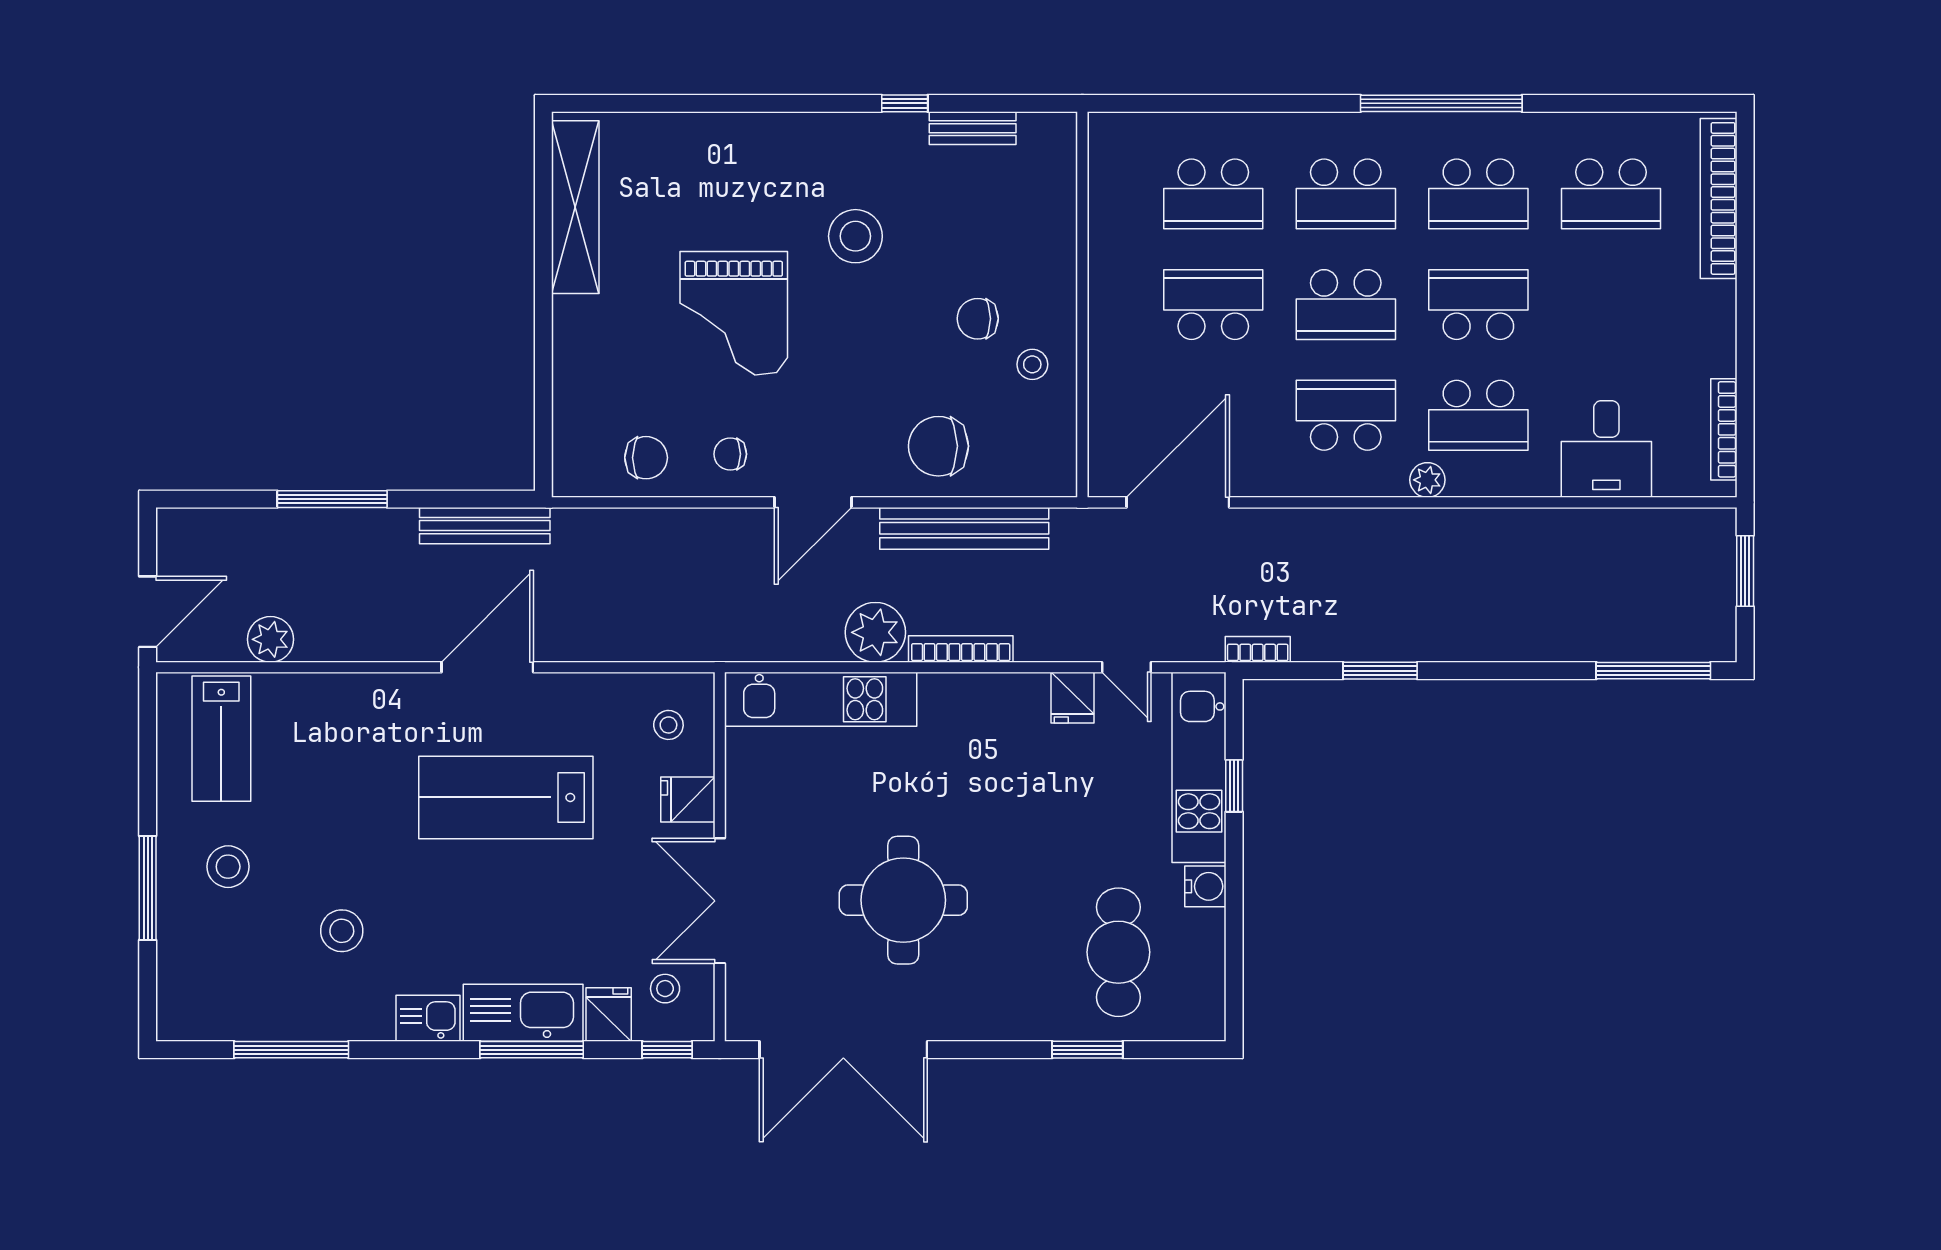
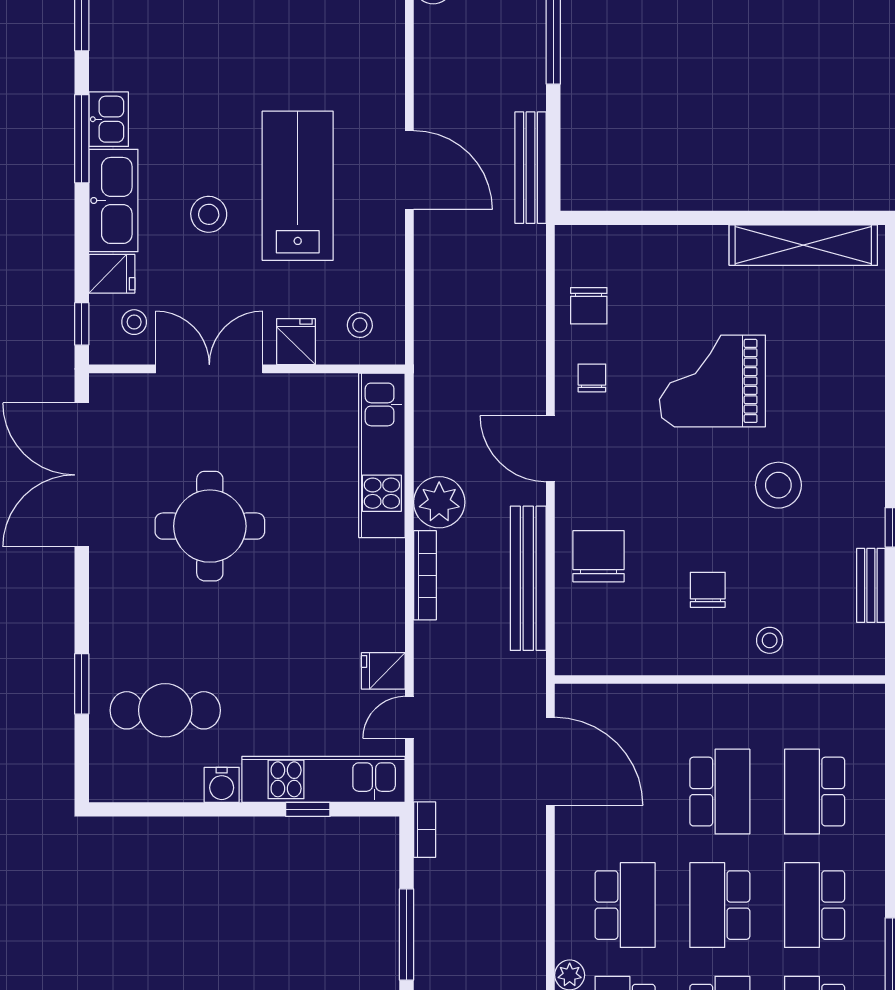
stool: (1032, 364) -> (770, 640), moved
window: (1380, 671) -> (406, 934), width x1.44
stool: (342, 931) -> (209, 214), moved
window: (532, 1050) -> (82, 139), moved

